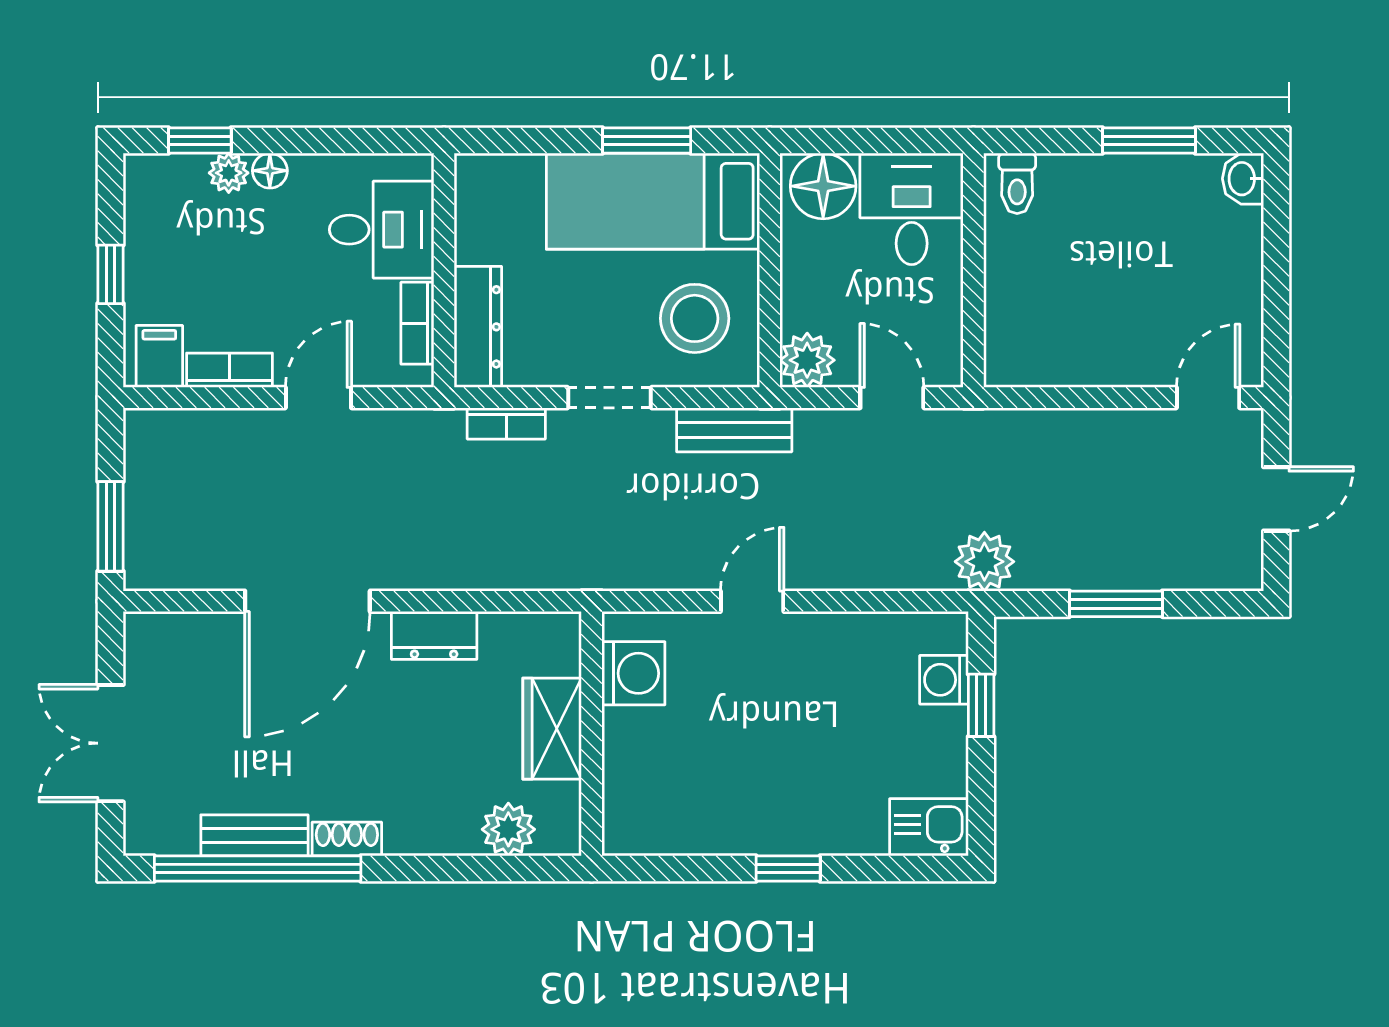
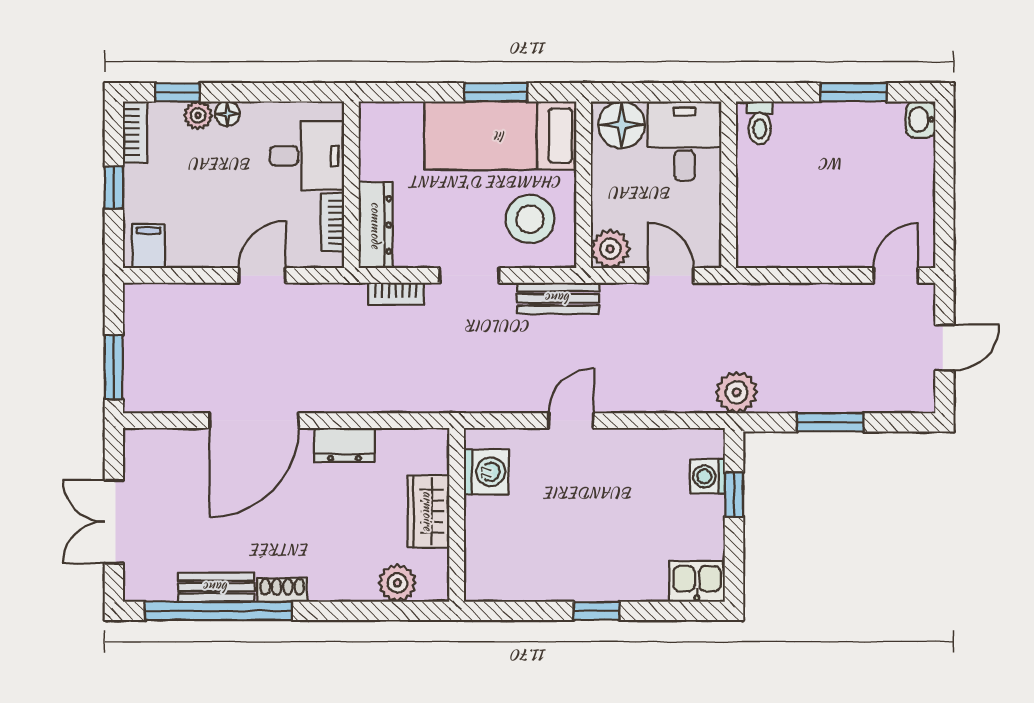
bookcase: (229, 370) -> (135, 132), moved, turned 90

